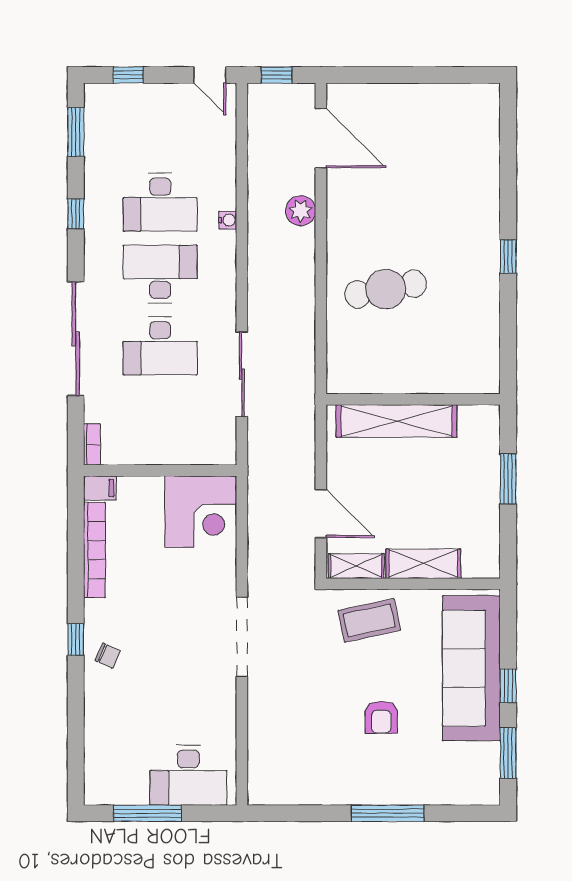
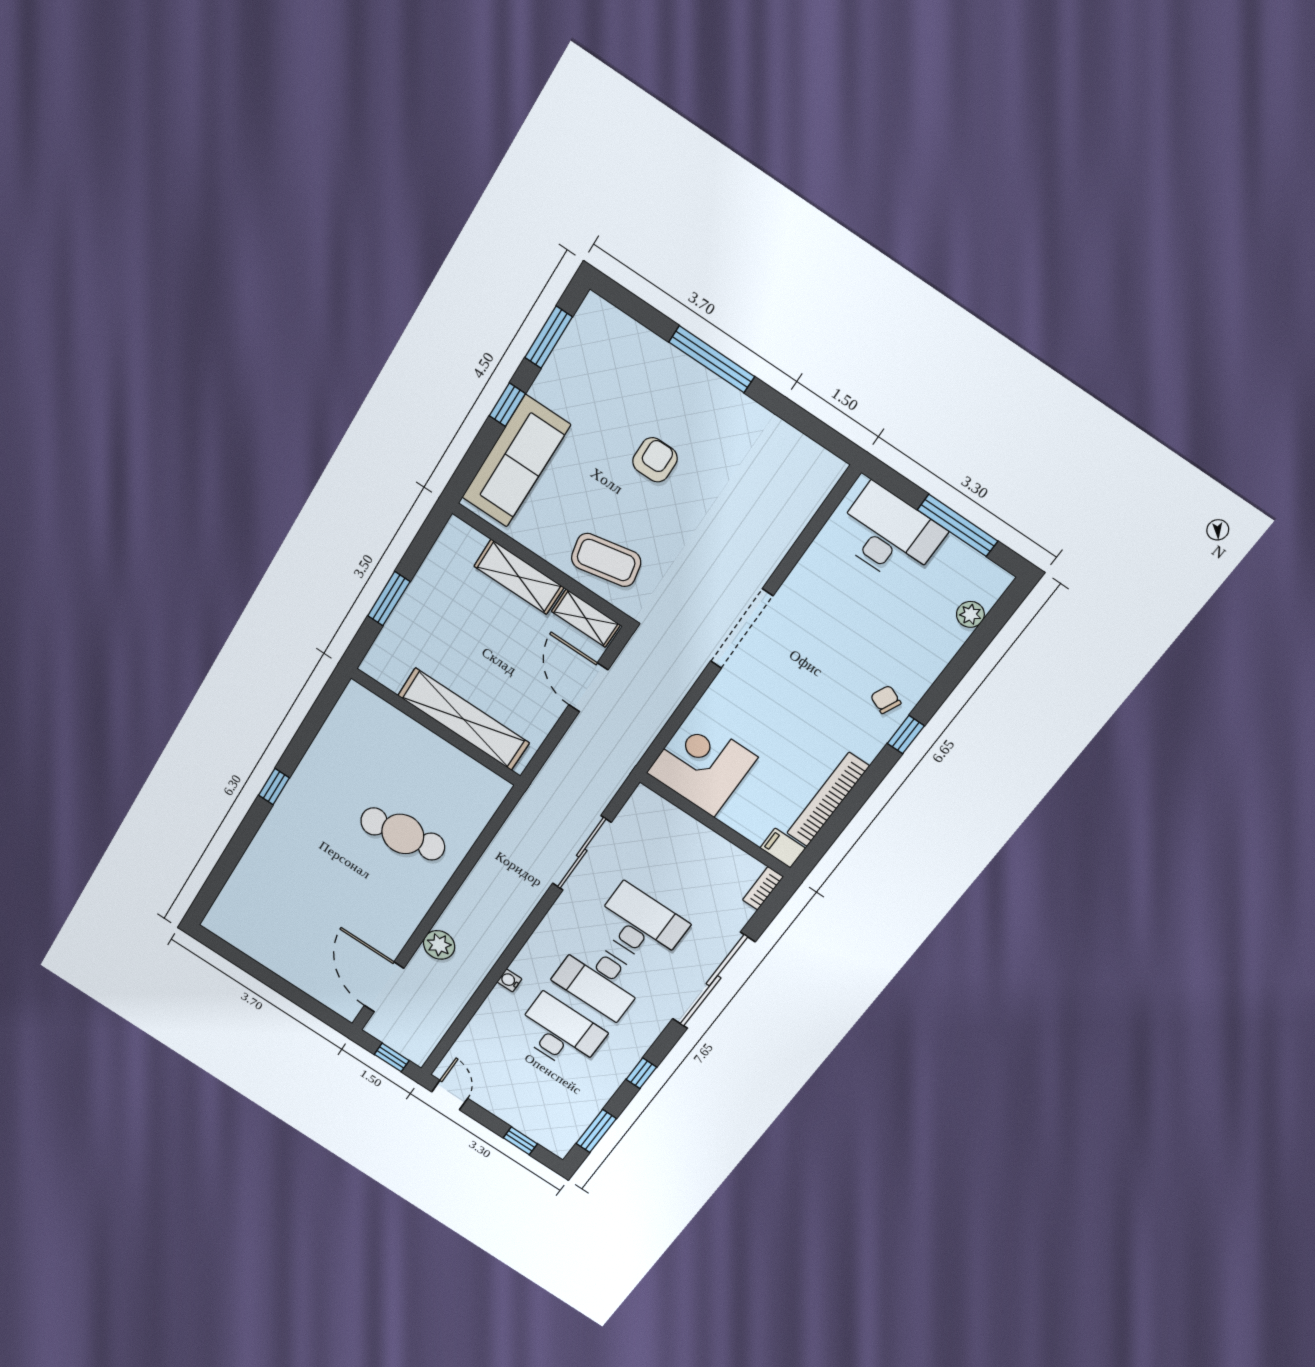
sofa: (471, 668) -> (516, 461), width x0.74, depth x0.79
plant: (95, 758) -> (970, 614), added

